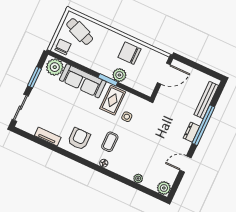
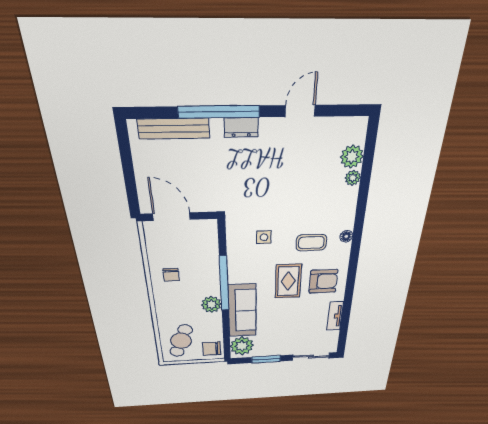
chair: (129, 53) -> (171, 275), width x0.54, depth x0.54
plant: (119, 75) -> (211, 304), moved
window: (108, 80) -> (224, 284), width x2.11
rug: (113, 100) -> (288, 281), moved, turned 90
armchair: (79, 139) -> (323, 281), turned 180
door: (186, 164) -> (300, 111), swing flipped
plant: (164, 188) -> (352, 157), moved

